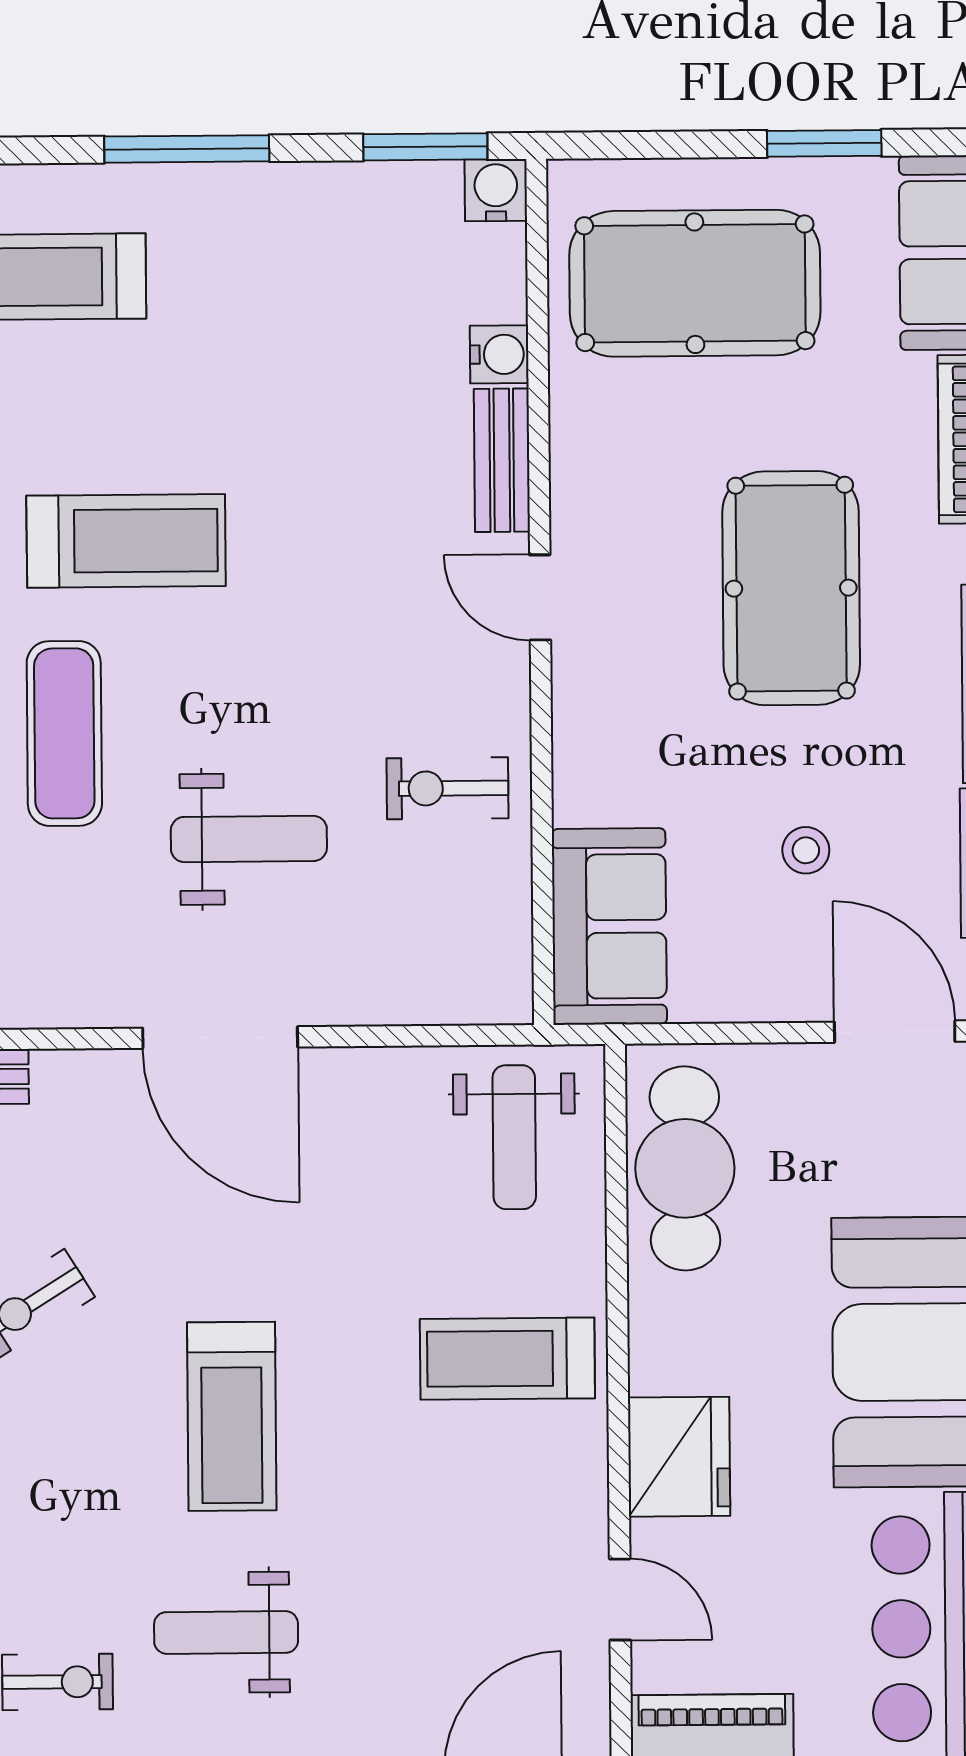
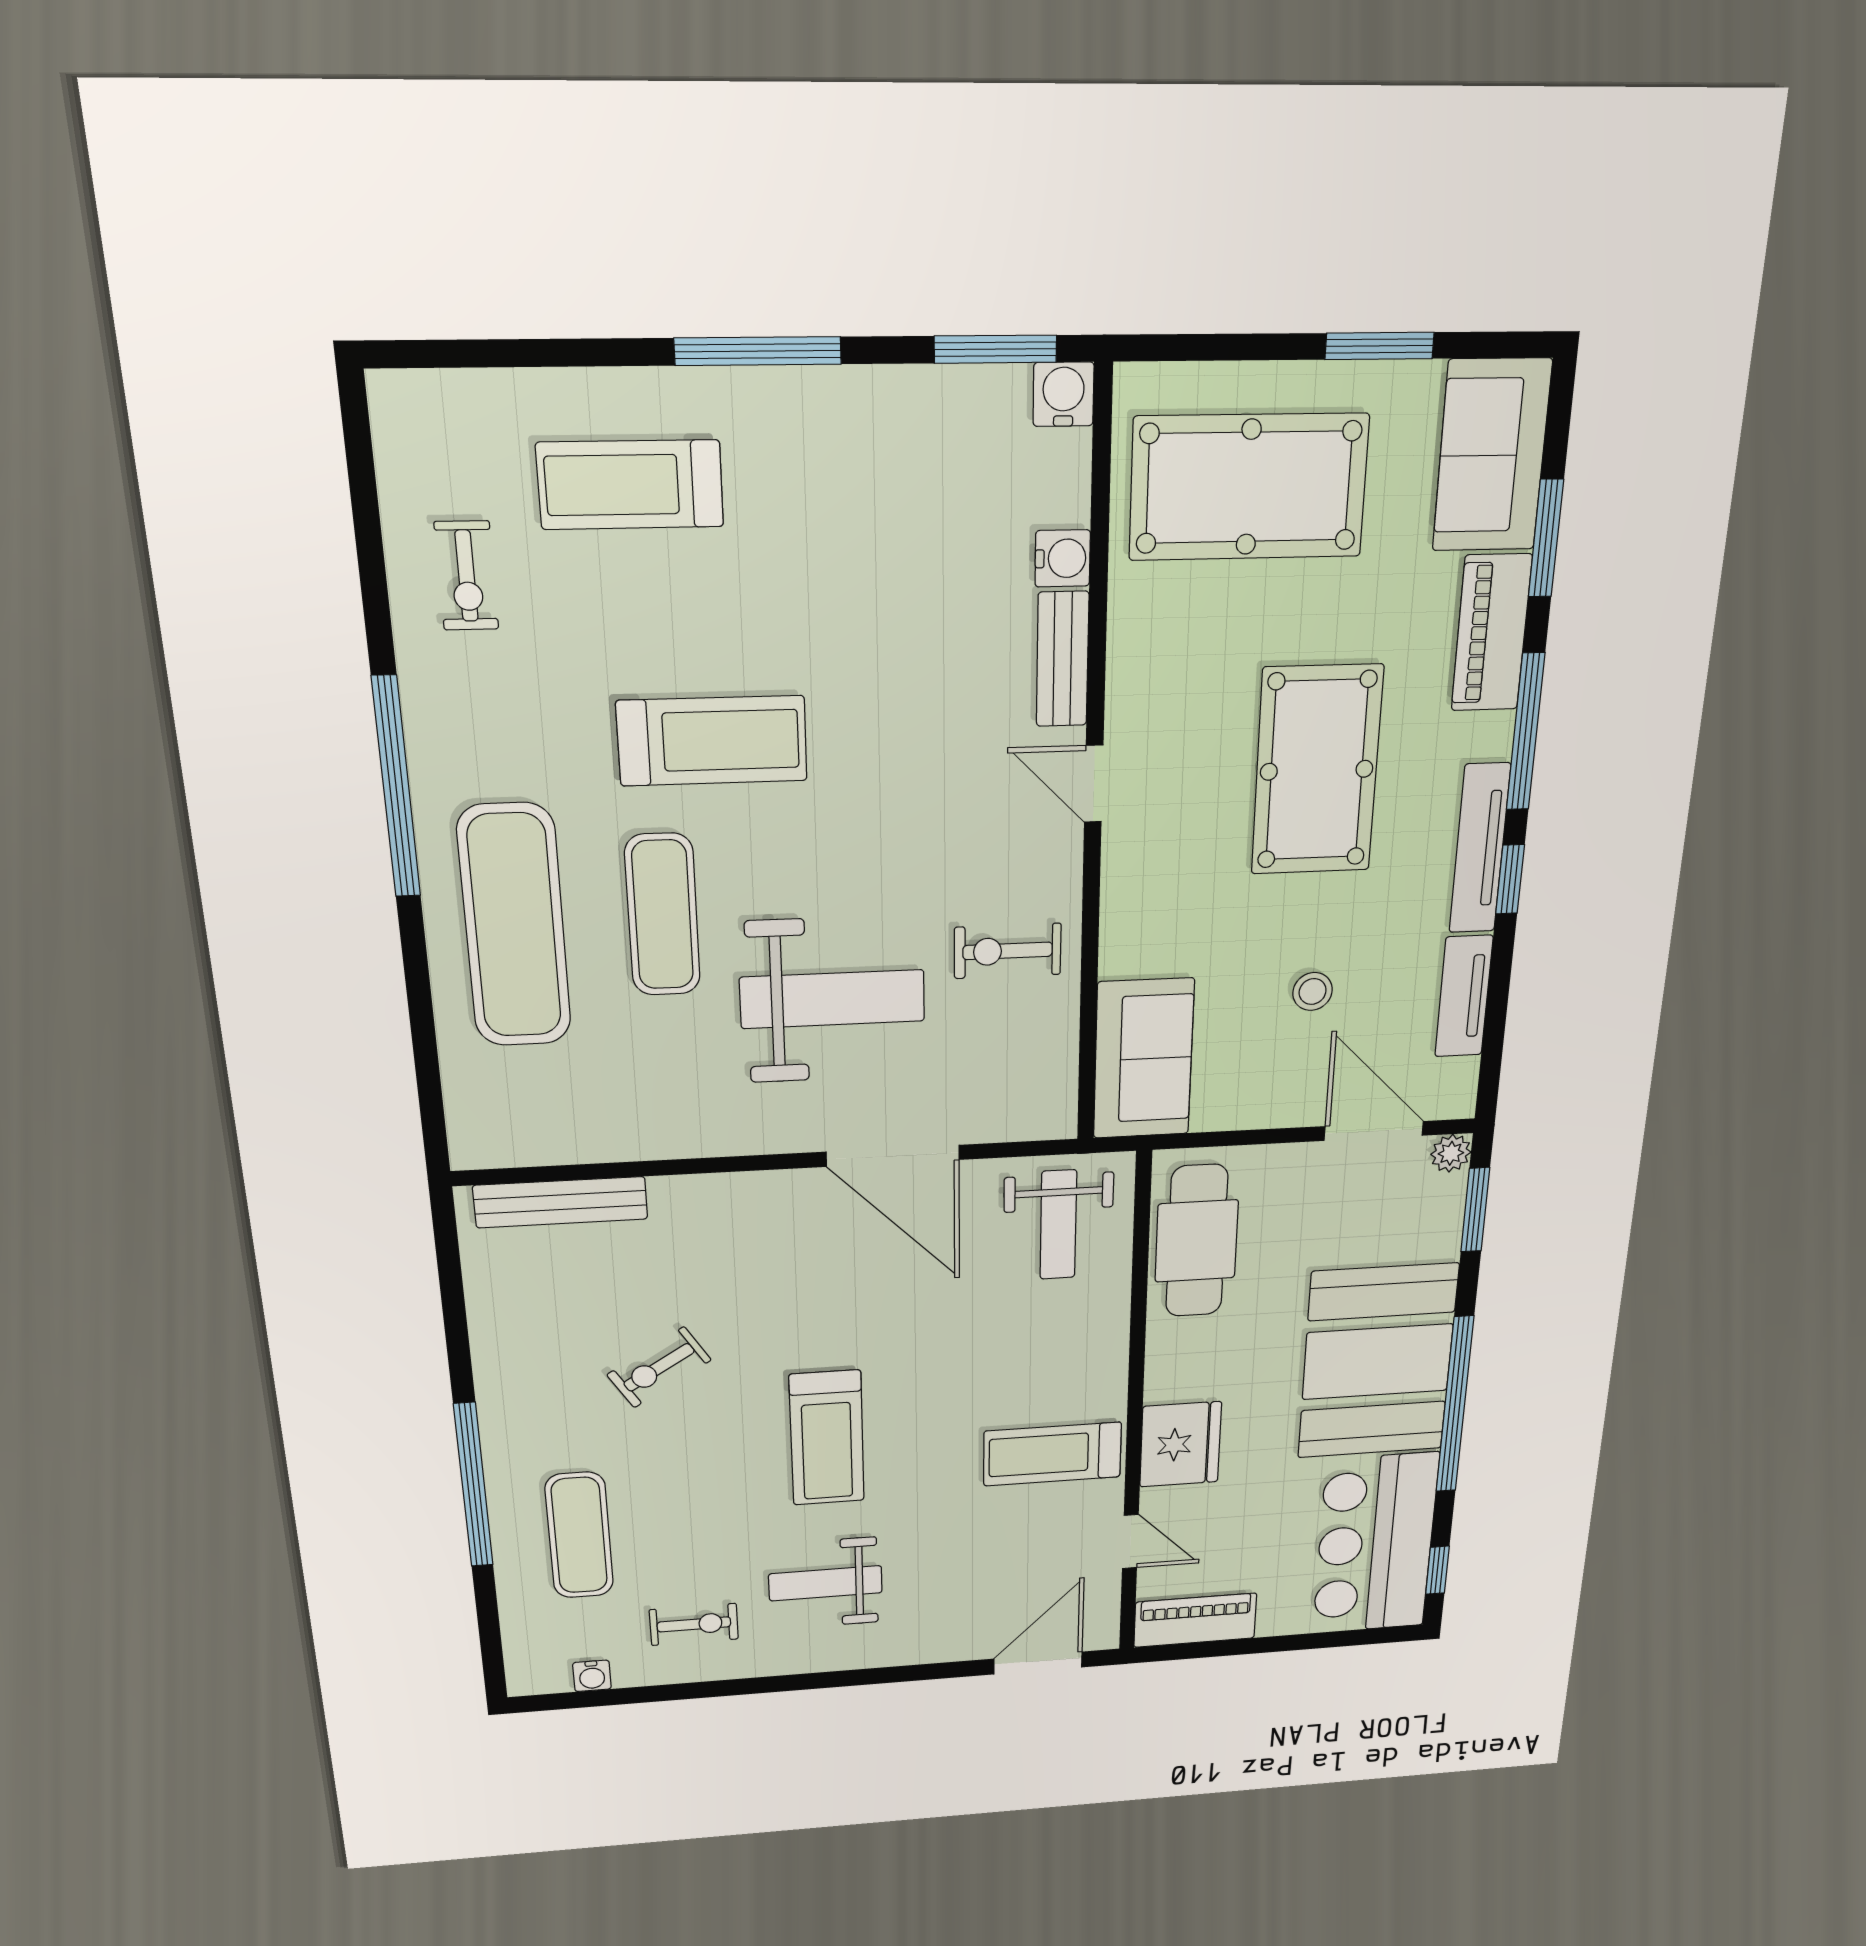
weight bench: (249, 839) -> (832, 999), width x1.36, depth x1.33
door: (220, 1038) -> (893, 1156), moved
treadmill: (507, 1359) -> (1052, 1454), moved

